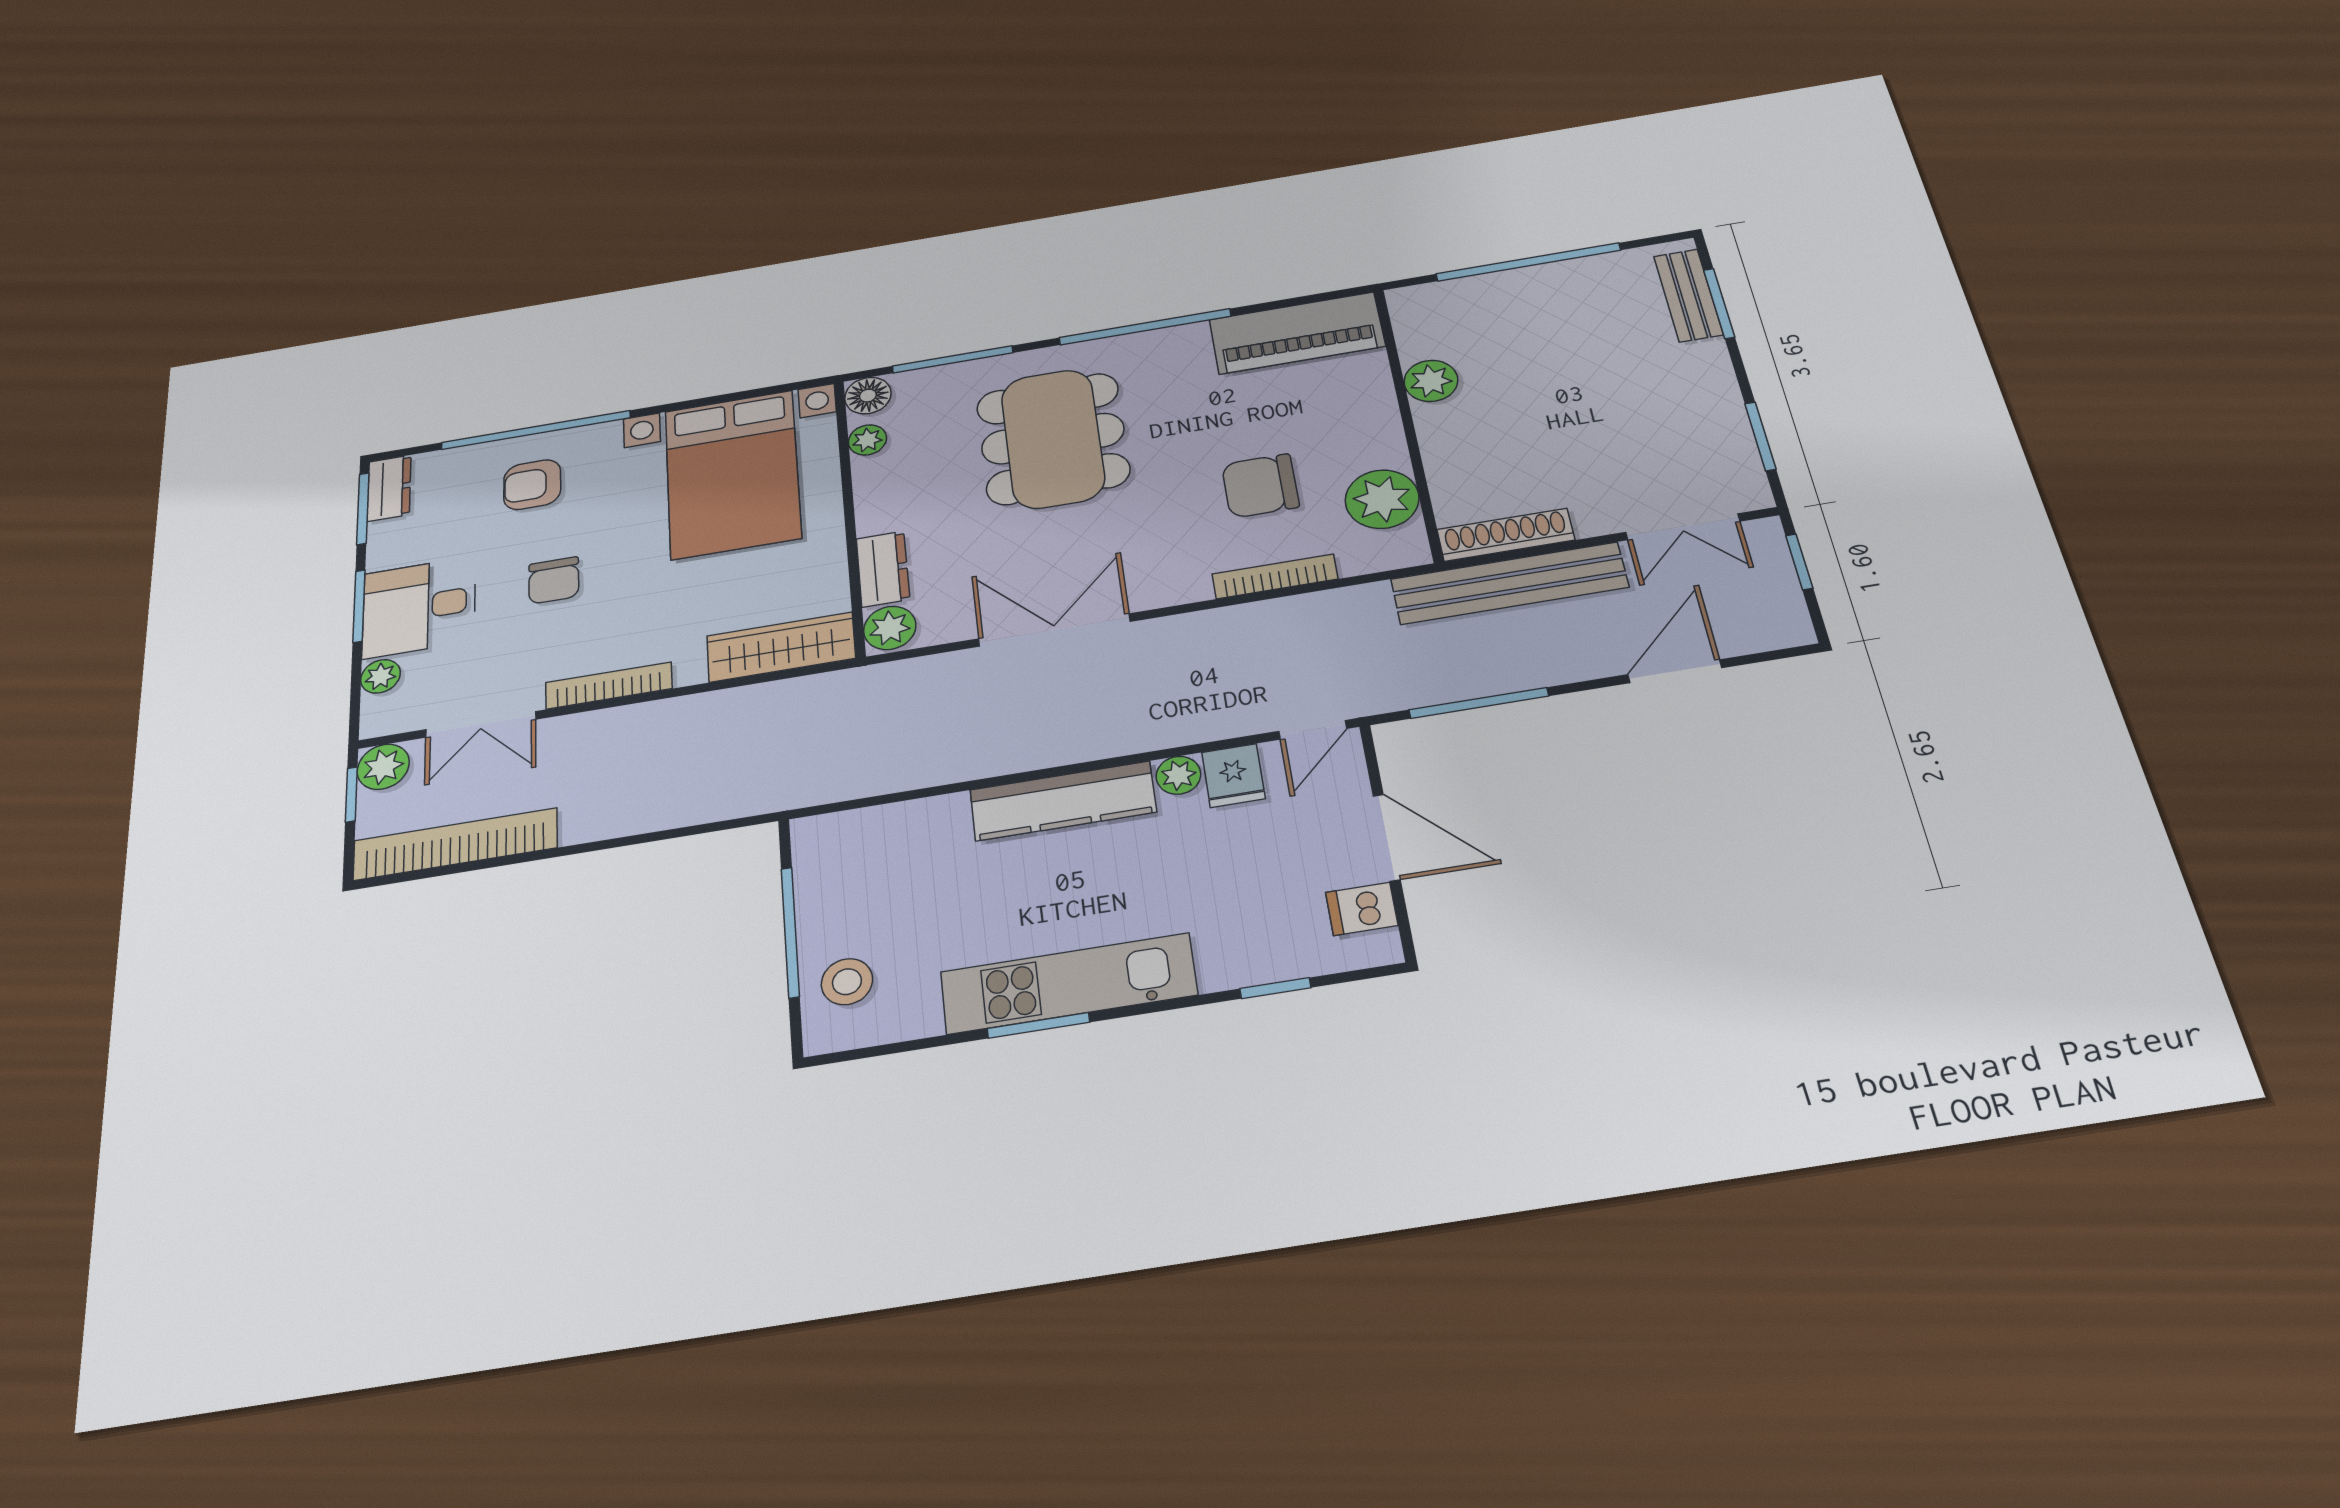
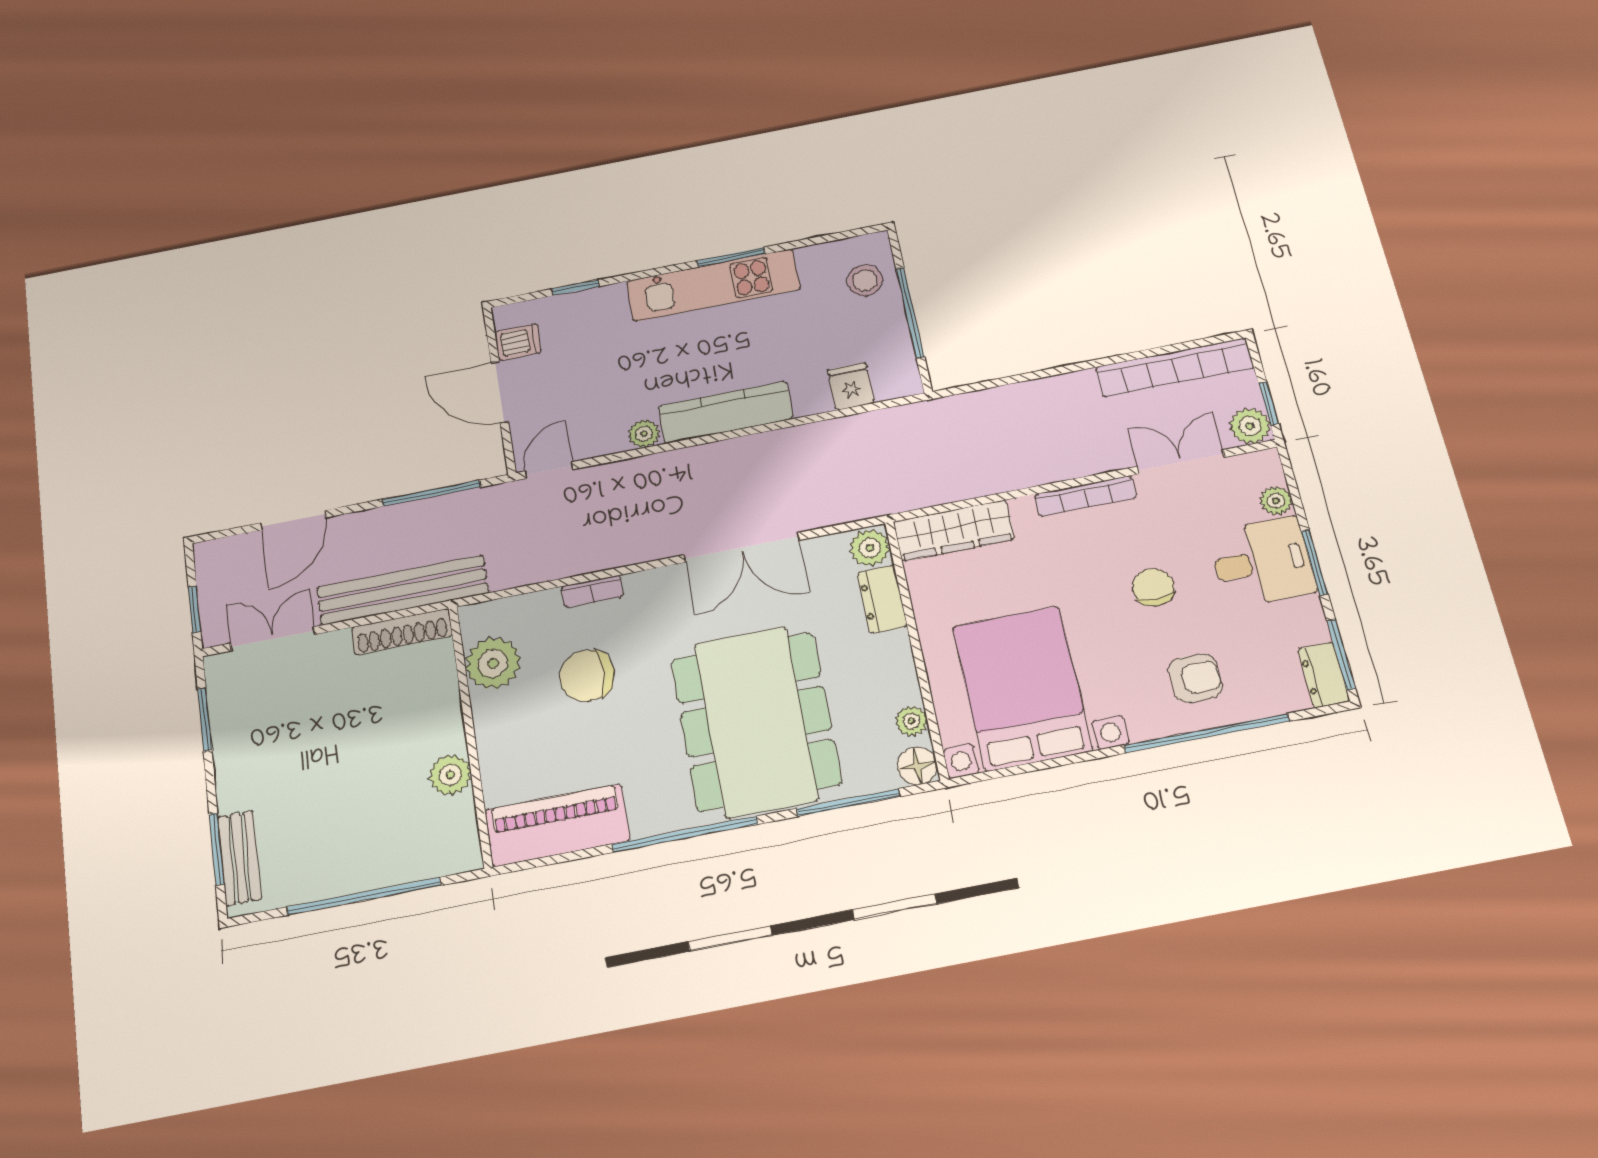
dining table: (1053, 439) -> (756, 721), width x1.36, depth x1.24
chair: (1260, 486) -> (587, 676), turned 180
bookcase: (1275, 577) -> (592, 591), width x0.64
fridge: (1233, 776) -> (851, 386), moved

